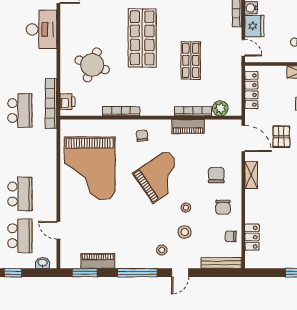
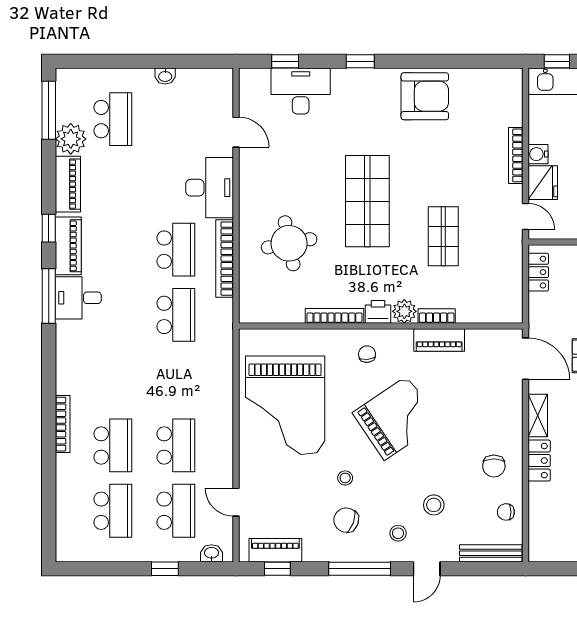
round table: (92, 65) -> (289, 243), turned -31
school desk: (20, 69) -> (176, 250), added
locker: (251, 90) -> (538, 272), width x0.66
printer: (67, 102) -> (378, 312), moved, turned -90
bookcase: (51, 103) -> (225, 259), moved
plant: (220, 108) -> (404, 311), moved
bookcase: (193, 111) -> (437, 316), width x0.64
chair: (216, 175) -> (346, 520), moved, turned -70
stool: (186, 208) -> (345, 478), moved
locker: (252, 237) -> (539, 461), moved
piano: (98, 261) -> (275, 550), moved
window: (85, 273) -> (277, 569), width x0.67

